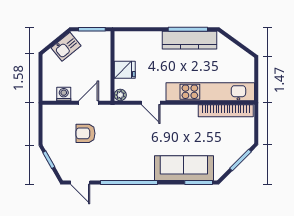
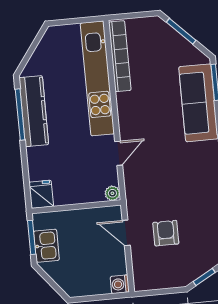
kitchen sink: (66, 47) -> (46, 246), moved, turned 39
fridge: (125, 70) -> (41, 194), moved
washing machine: (64, 94) -> (120, 284), moved
armchair: (86, 133) -> (166, 233), turned 180

